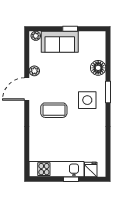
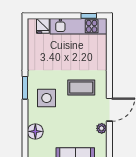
window: (108, 92) -> (25, 88), moved
window: (71, 179) -> (89, 16), moved

